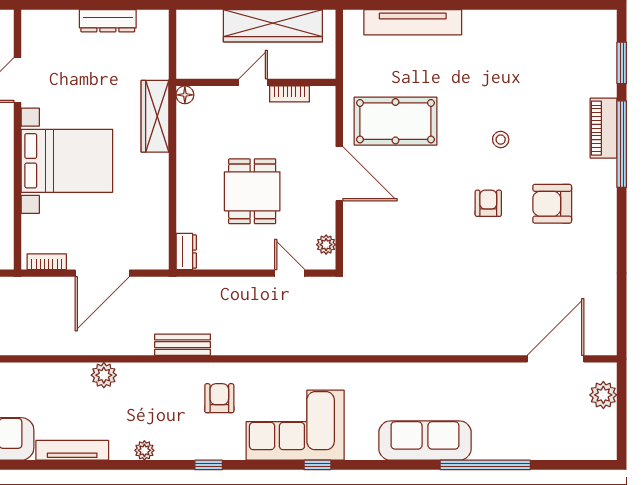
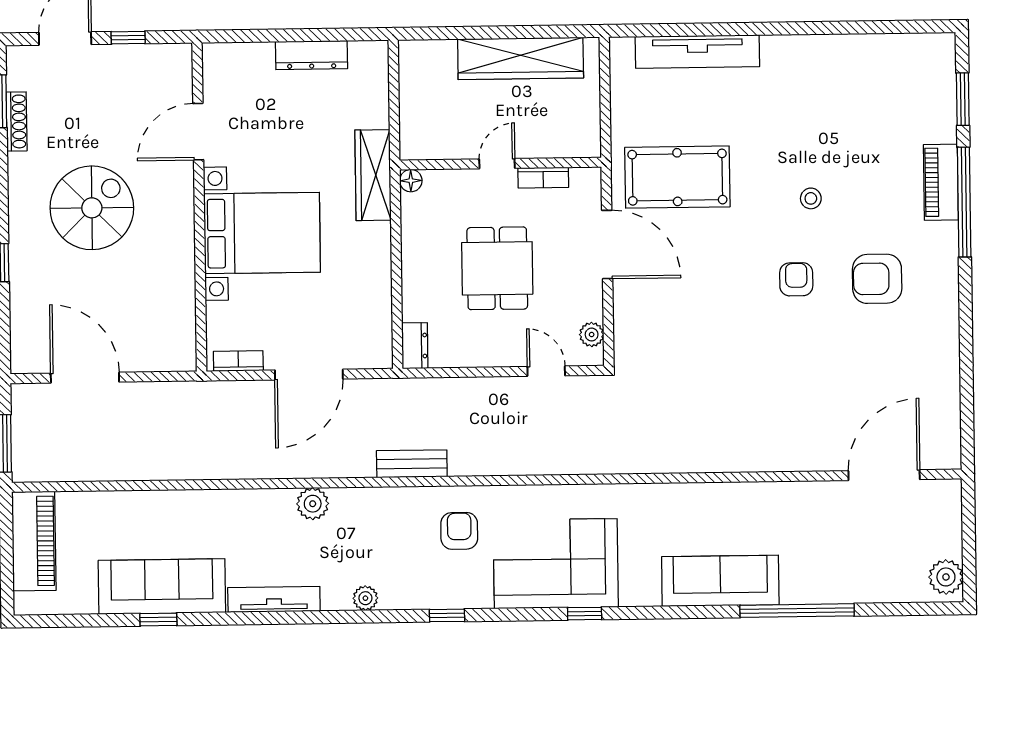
door: (253, 82) -> (497, 164), moved
wall: (256, 82) -> (500, 164), moved
bookcase: (290, 94) -> (543, 178), moved
floor lamp: (185, 95) -> (411, 181), moved
plant: (603, 395) -> (946, 577), moved

